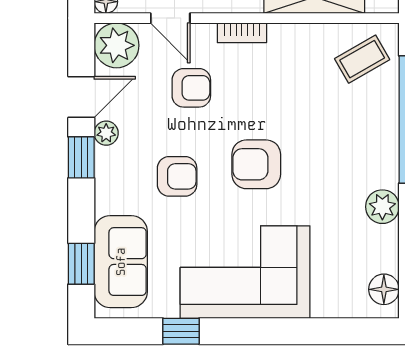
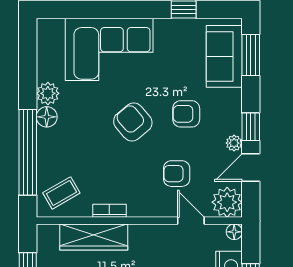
bookcase: (242, 33) -> (109, 211), moved
armchair: (256, 164) -> (133, 122), turned -130
window: (81, 264) -> (251, 55), width x1.50
corner sofa: (245, 272) -> (109, 49), moved
floor lamp: (384, 289) -> (47, 117), moved

